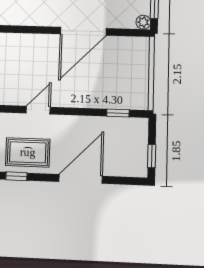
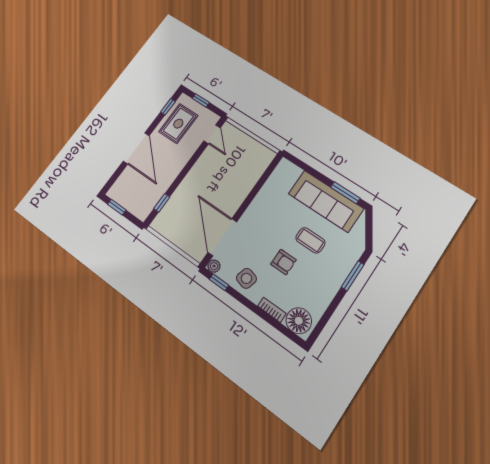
door: (83, 31) -> (222, 237), moved
door: (38, 110) -> (212, 134), moved

